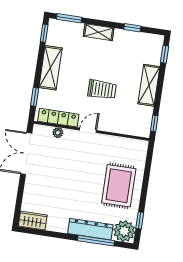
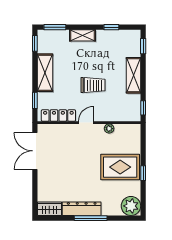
plant: (58, 133) -> (109, 129), moved
rug: (119, 186) -> (120, 167), turned 90
window: (140, 220) -> (143, 173), moved
dresser: (90, 229) -> (82, 209), moved
window: (96, 241) -> (91, 218), moved

